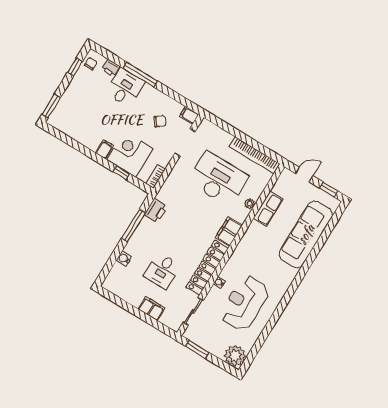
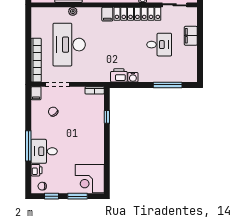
window: (51, 106) -> (77, 196), moved
filing cabinet: (104, 149) -> (97, 139), removed
corner desk: (130, 154) -> (90, 179), moved
bookcase: (255, 155) -> (36, 60), moved
window: (133, 226) -> (168, 85), moved
filing cabinet: (229, 232) -> (107, 14), width x0.50
water cooler: (124, 259) -> (133, 77), moved

